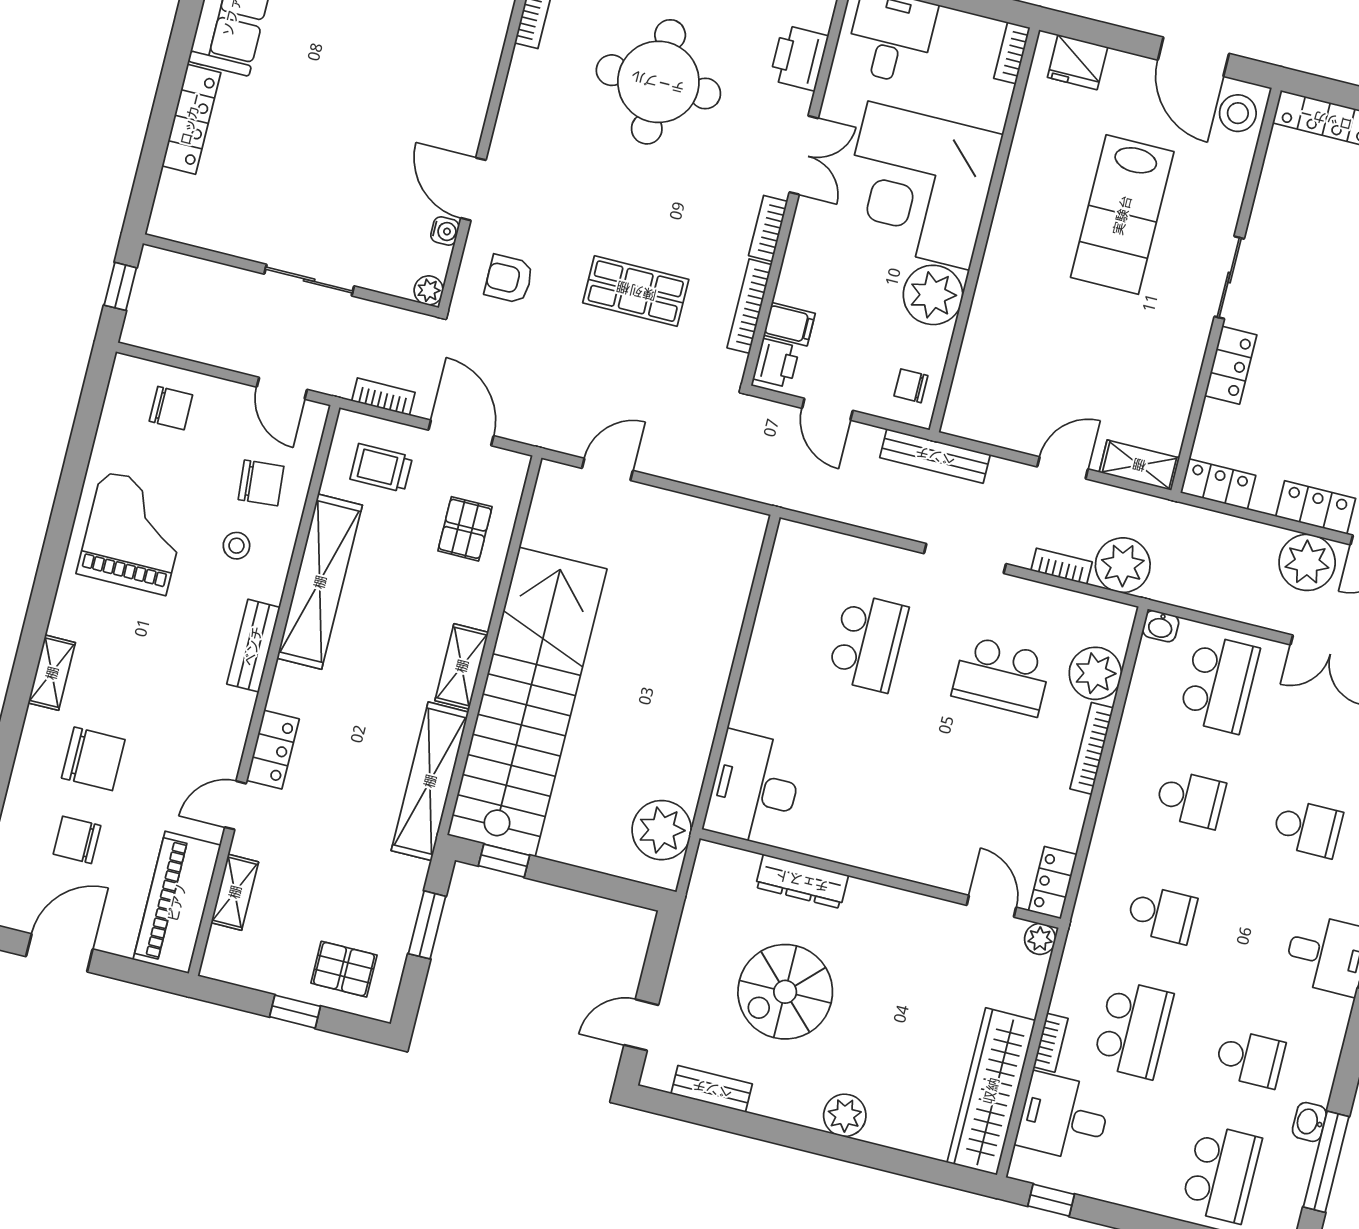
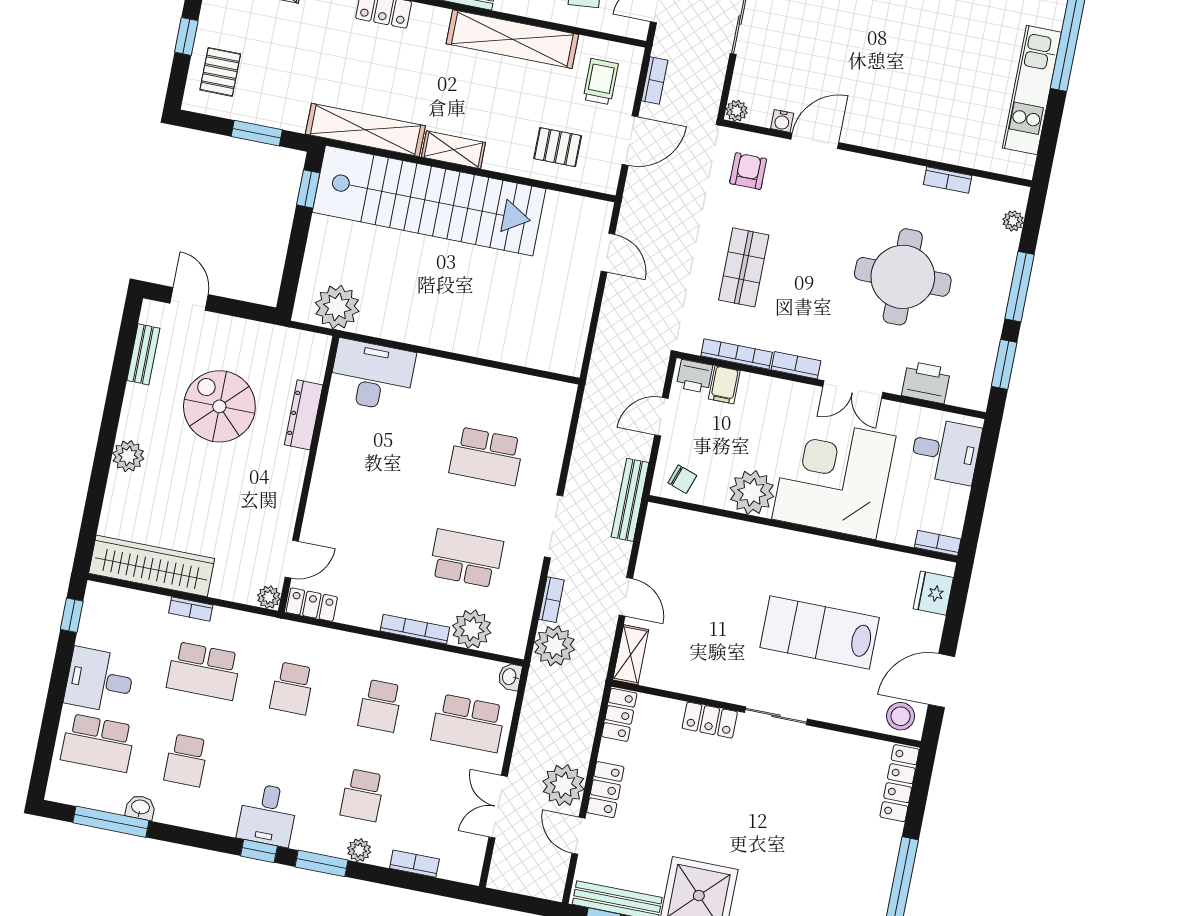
chair: (911, 386) -> (682, 479), turned 109
school desk: (1002, 676) -> (466, 558), turned 90
desk: (1064, 1117) -> (100, 680), moved, turned -90

